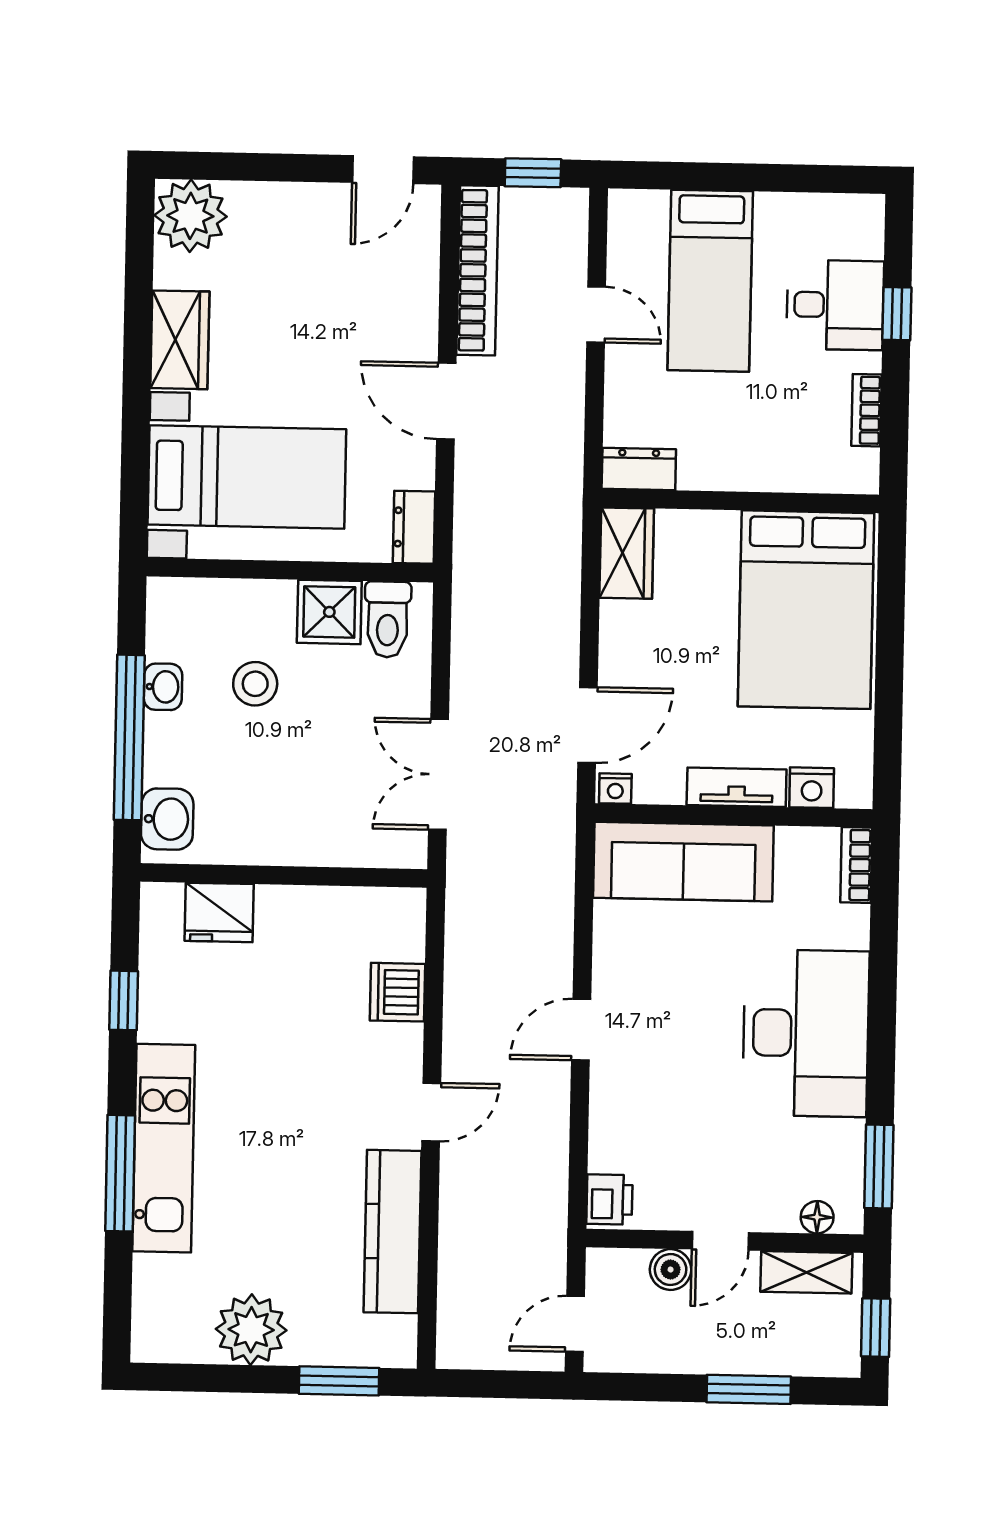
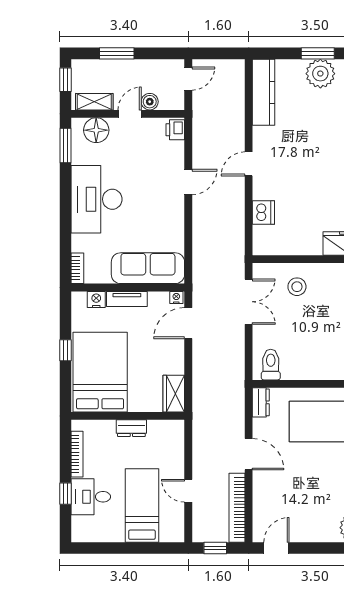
bookcase: (866, 410) -> (77, 454), width x1.56
dresser: (639, 469) -> (131, 428), moved
shower: (329, 612) -> (295, 367), removed
window: (889, 665) -> (66, 350), added
stool: (255, 684) -> (297, 287), moved
door: (581, 1030) -> (188, 182), moved
floor lamp: (817, 1217) -> (96, 130), width x1.89, depth x1.89
kitchen counter: (392, 1232) -> (263, 92), moved
window: (339, 1381) -> (318, 53), moved

